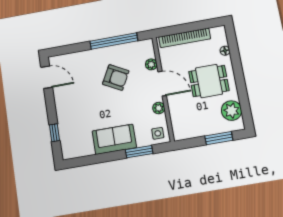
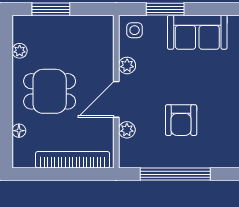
armchair: (116, 77) -> (181, 120), turned -118
door: (162, 84) -> (116, 99), hinge flipped
plant: (231, 111) -> (20, 51), width x0.53, depth x0.53

